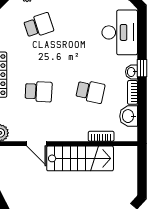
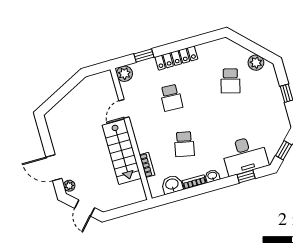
school desk: (39, 25) -> (230, 81), turned 33
window: (142, 68) -> (246, 176), moved

